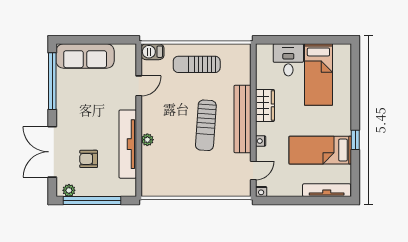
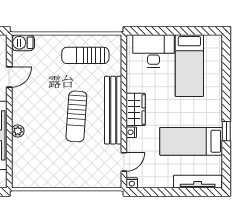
desk: (288, 60) -> (154, 51), width x1.37
sun lounger: (197, 64) -> (85, 55), moved
wardrobe: (265, 105) -> (136, 109), moved

